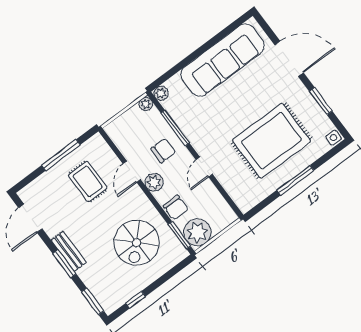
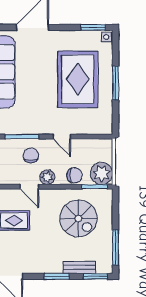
window: (321, 101) -> (93, 27), moved
bench: (69, 251) -> (79, 267), moved
window: (135, 300) -> (115, 247), width x2.17

